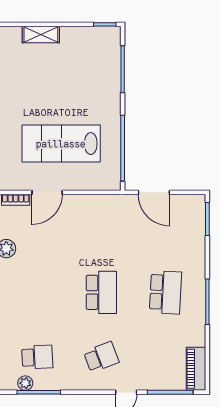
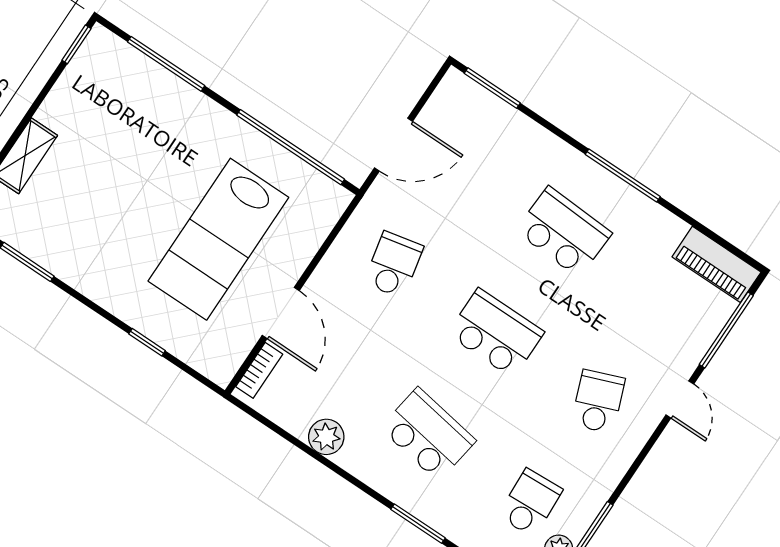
school desk: (101, 228) -> (394, 265), added
school desk: (37, 292) -> (428, 434), added

